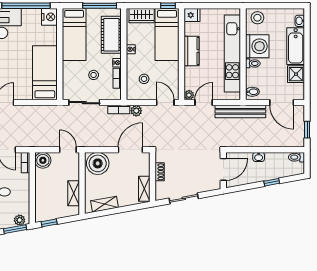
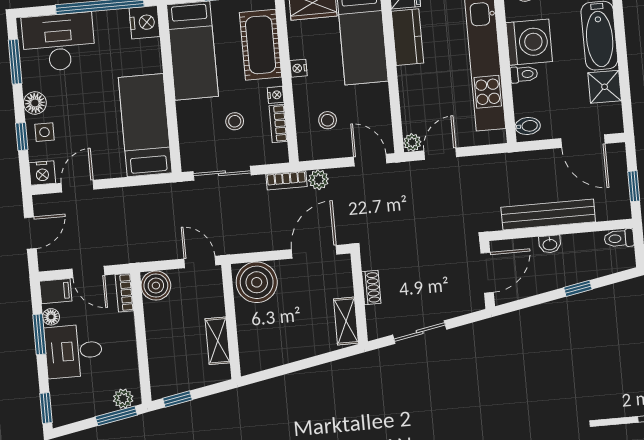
kitchen counter: (191, 51) -> (408, 37), moved
bench: (240, 111) -> (548, 215), moved
shelving: (105, 204) -> (276, 356), removed

